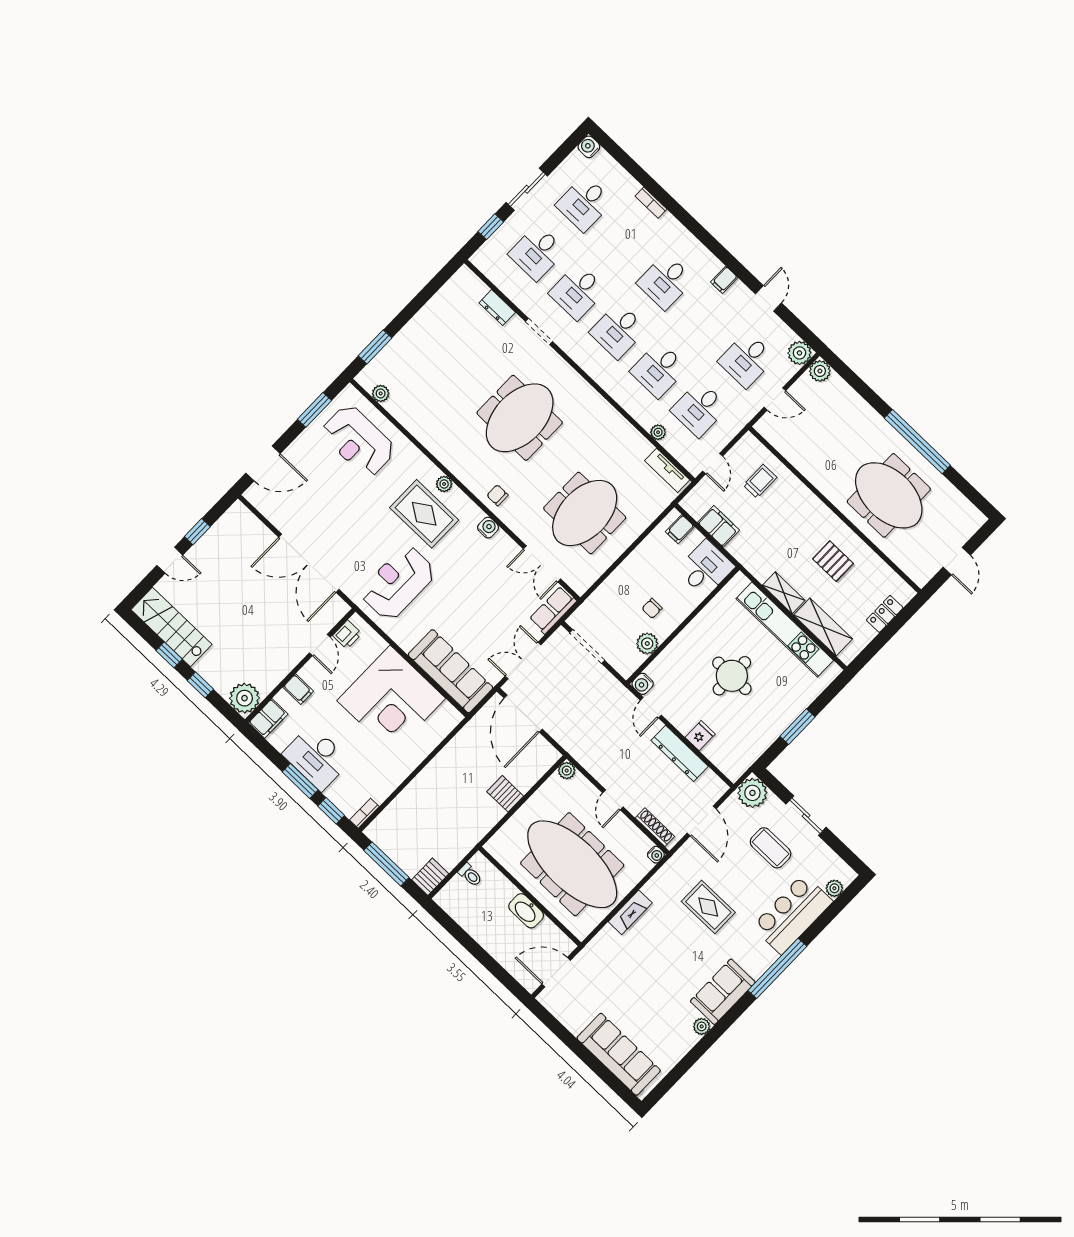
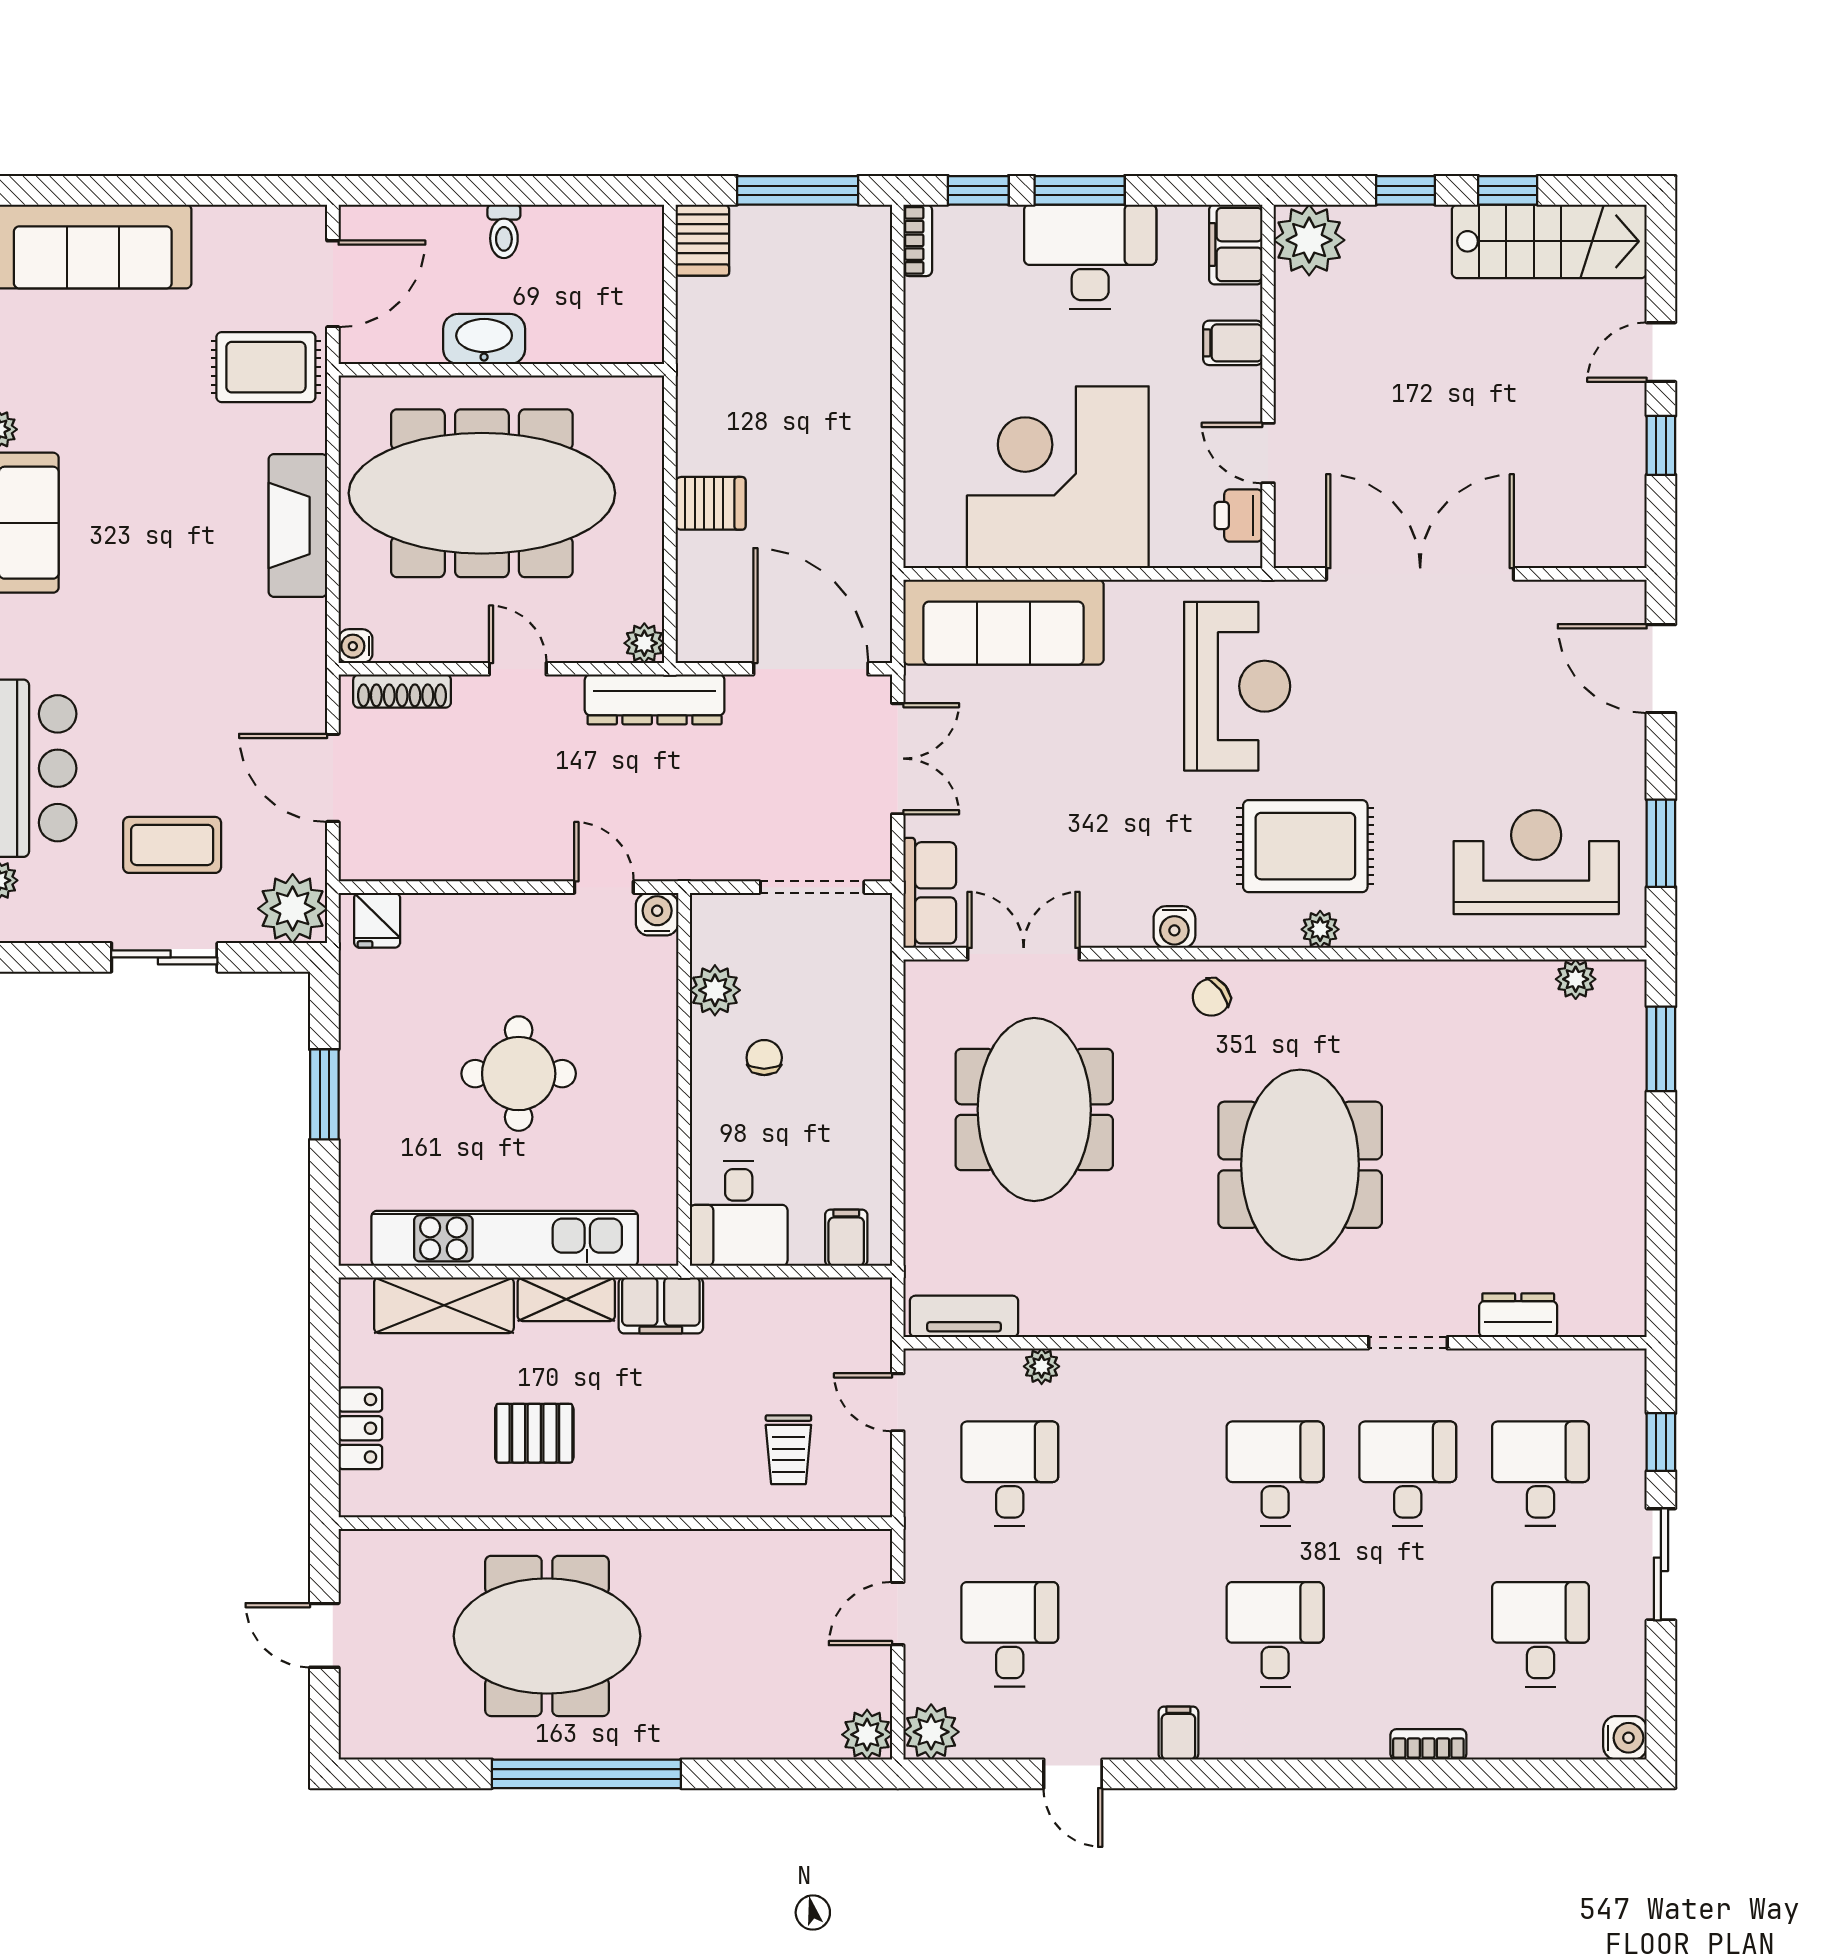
desk: (659, 370) -> (1142, 1474), removed
door: (263, 463) -> (1661, 669), hinge flipped
chair: (497, 495) -> (1211, 997), turned 143
filing cabinet: (718, 526) -> (661, 1305), moved
fridge: (700, 736) -> (377, 920), moved
dresser: (680, 753) -> (655, 699), moved, turned 180
toilet: (470, 875) -> (504, 231), moved, turned -90
rug: (708, 907) -> (266, 367), moved
fireplace: (630, 912) -> (298, 525), width x1.37, depth x1.32

